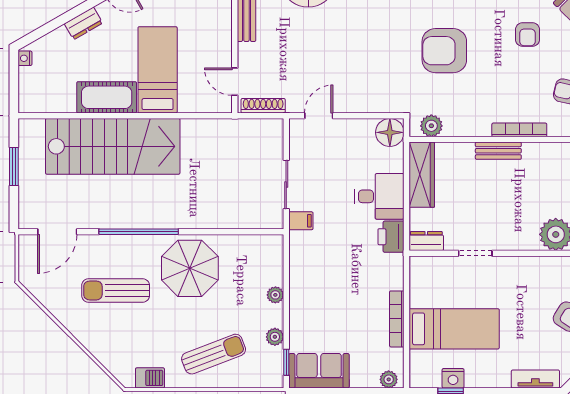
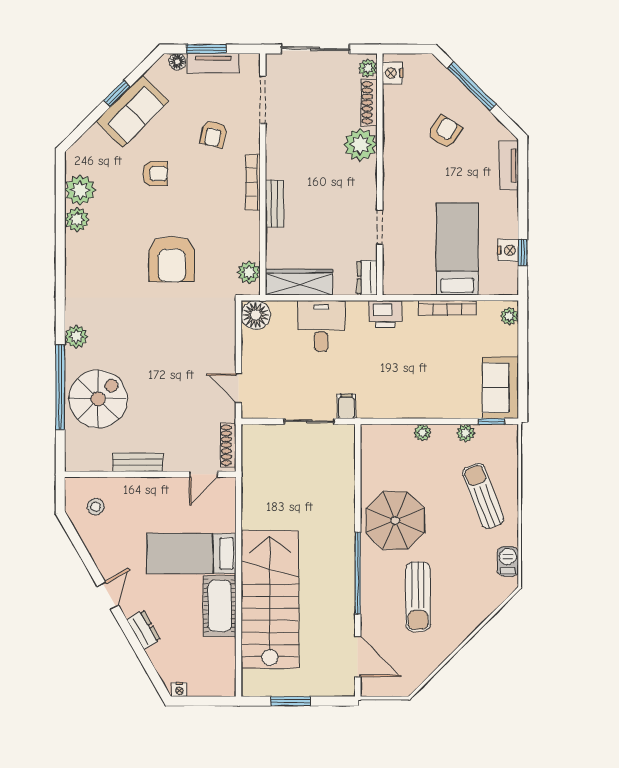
printer: (391, 237) -> (385, 314), moved

